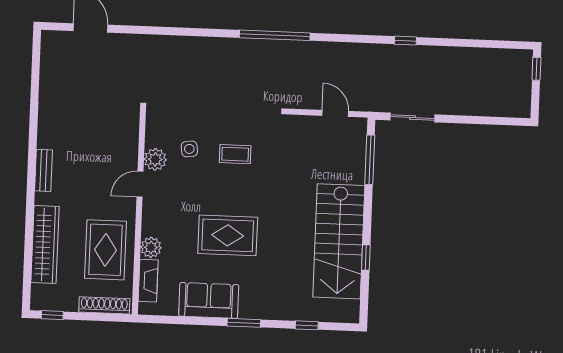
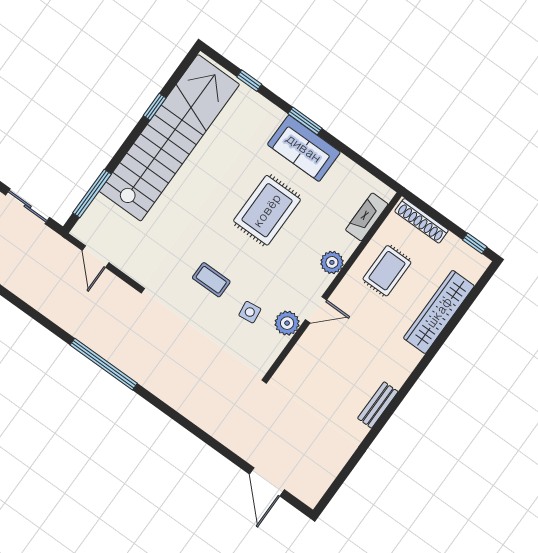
bench: (43, 170) -> (378, 405), moved
rug: (228, 235) -> (267, 210), turned 90
stairs: (339, 241) -> (169, 138), width x1.36
plant: (151, 247) -> (332, 262), moved
rug: (105, 250) -> (387, 271), width x0.73, depth x0.70
sofa: (209, 300) -> (304, 148), moved

